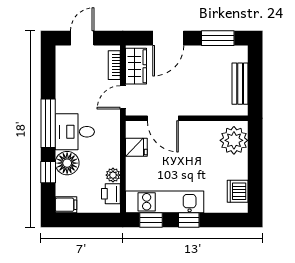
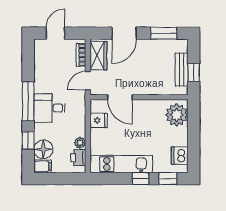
window: (255, 87) -> (194, 72), added
floor lamp: (67, 163) -> (43, 149), moved
window: (151, 220) -> (168, 179), moved

